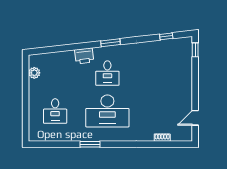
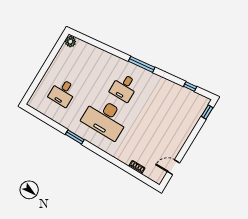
window: (111, 43) -> (142, 64), width x1.44
printer: (84, 56) -> (114, 62), removed
plant: (34, 73) -> (70, 41), moved

